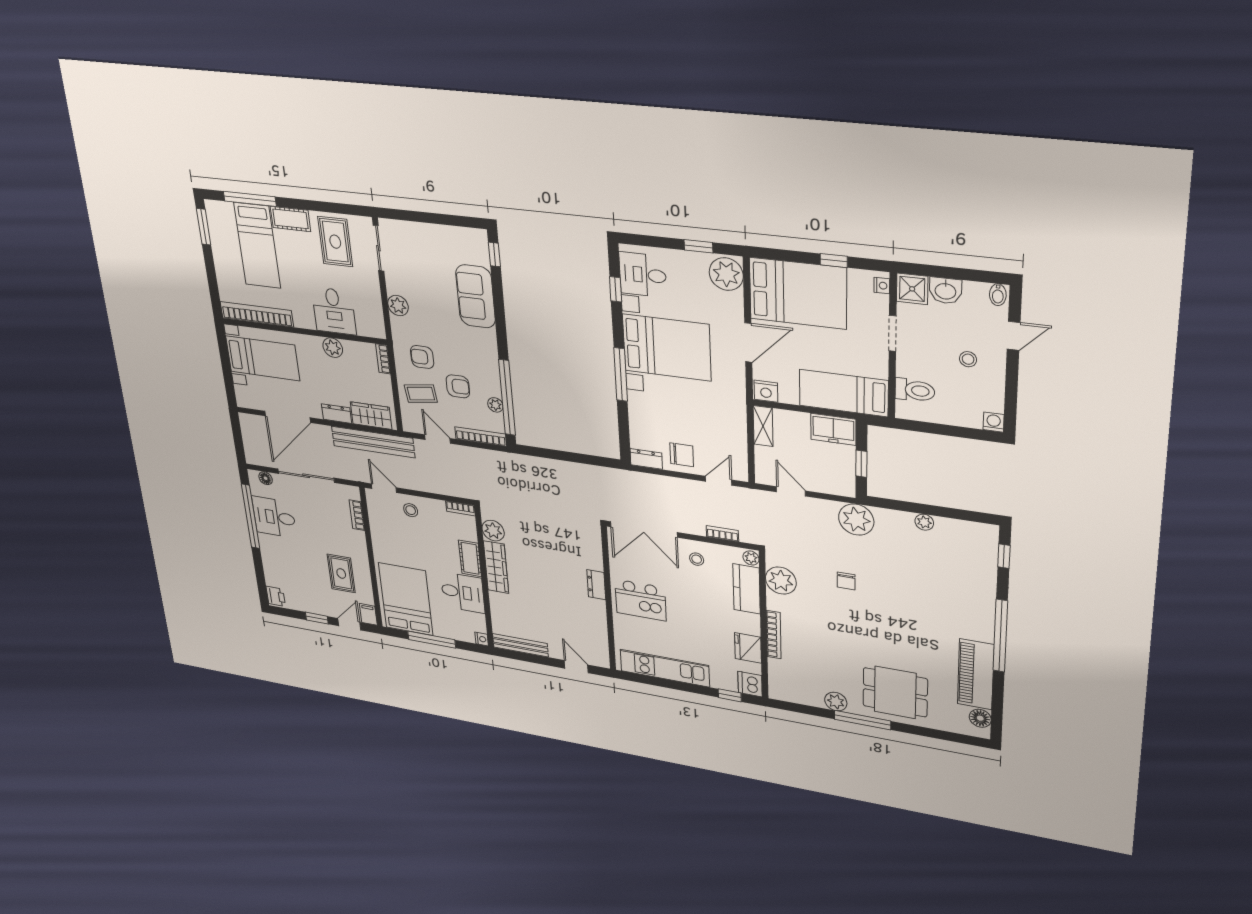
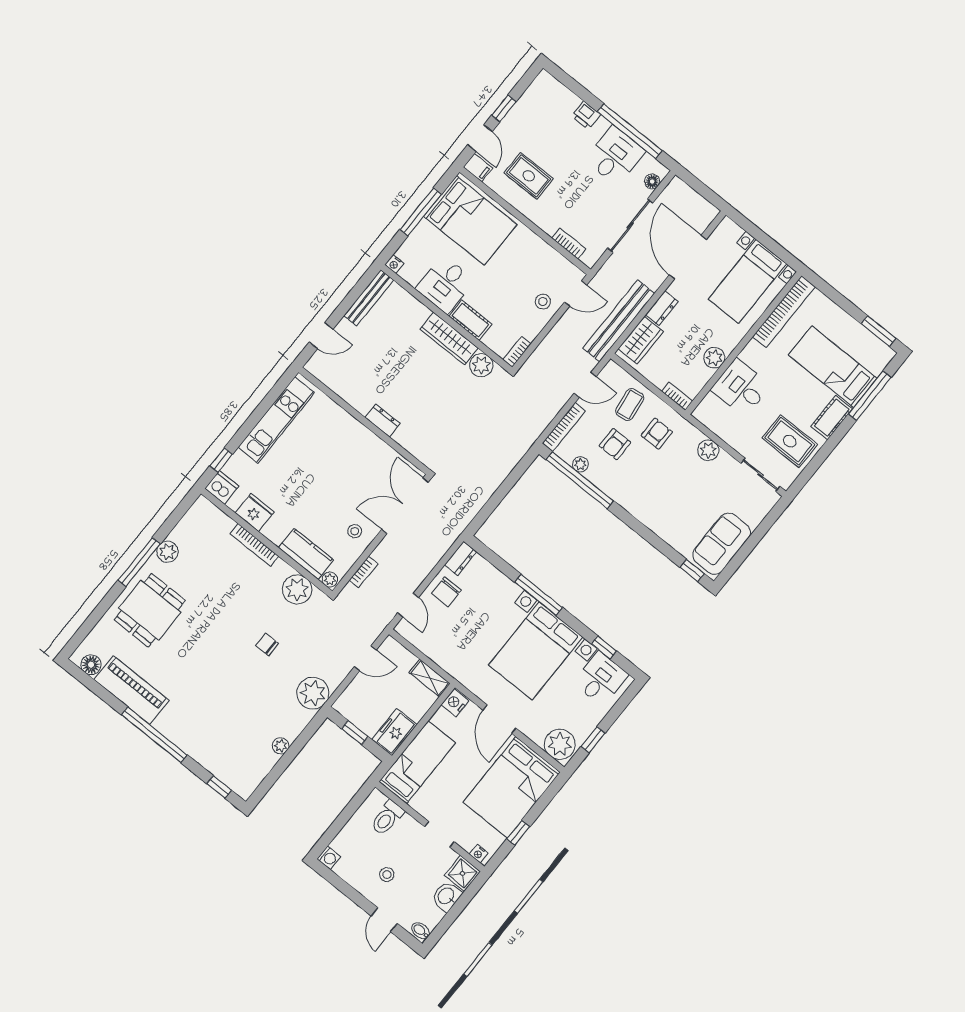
sofa: (476, 296) -> (722, 544), moved, turned -90
printer: (276, 596) -> (586, 115), moved
kitchen island: (641, 600) -> (347, 450), removed

